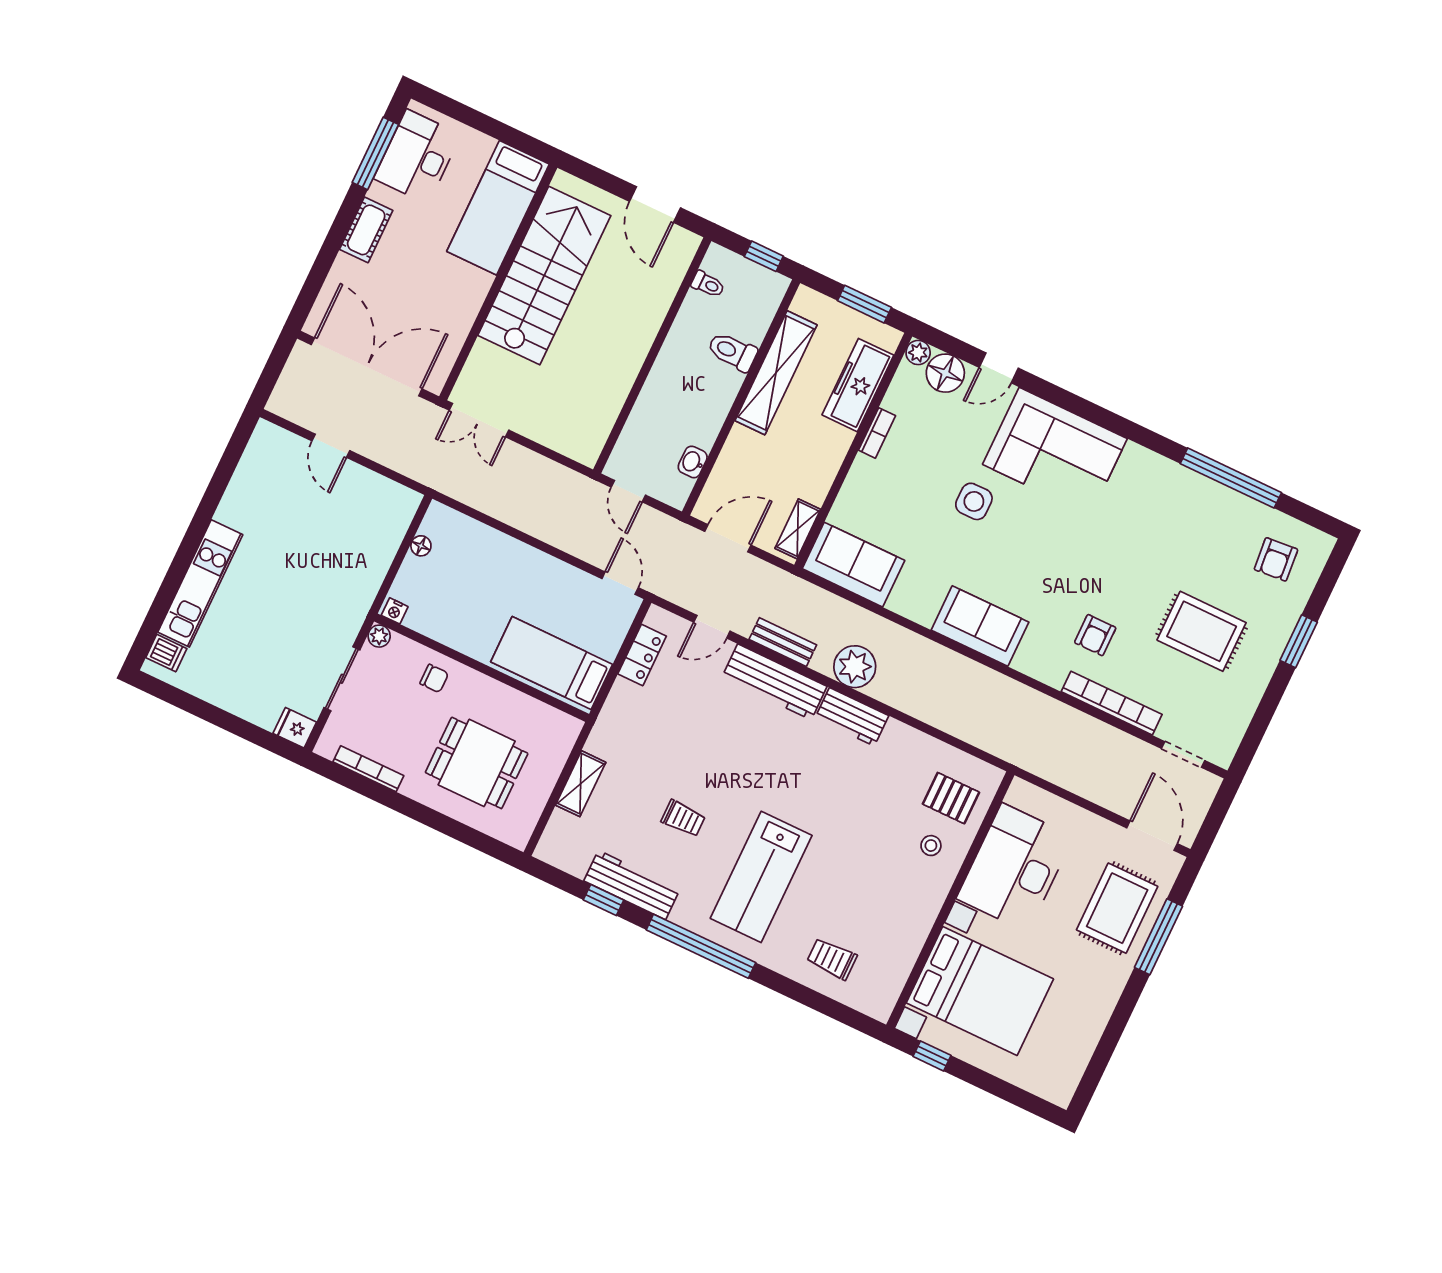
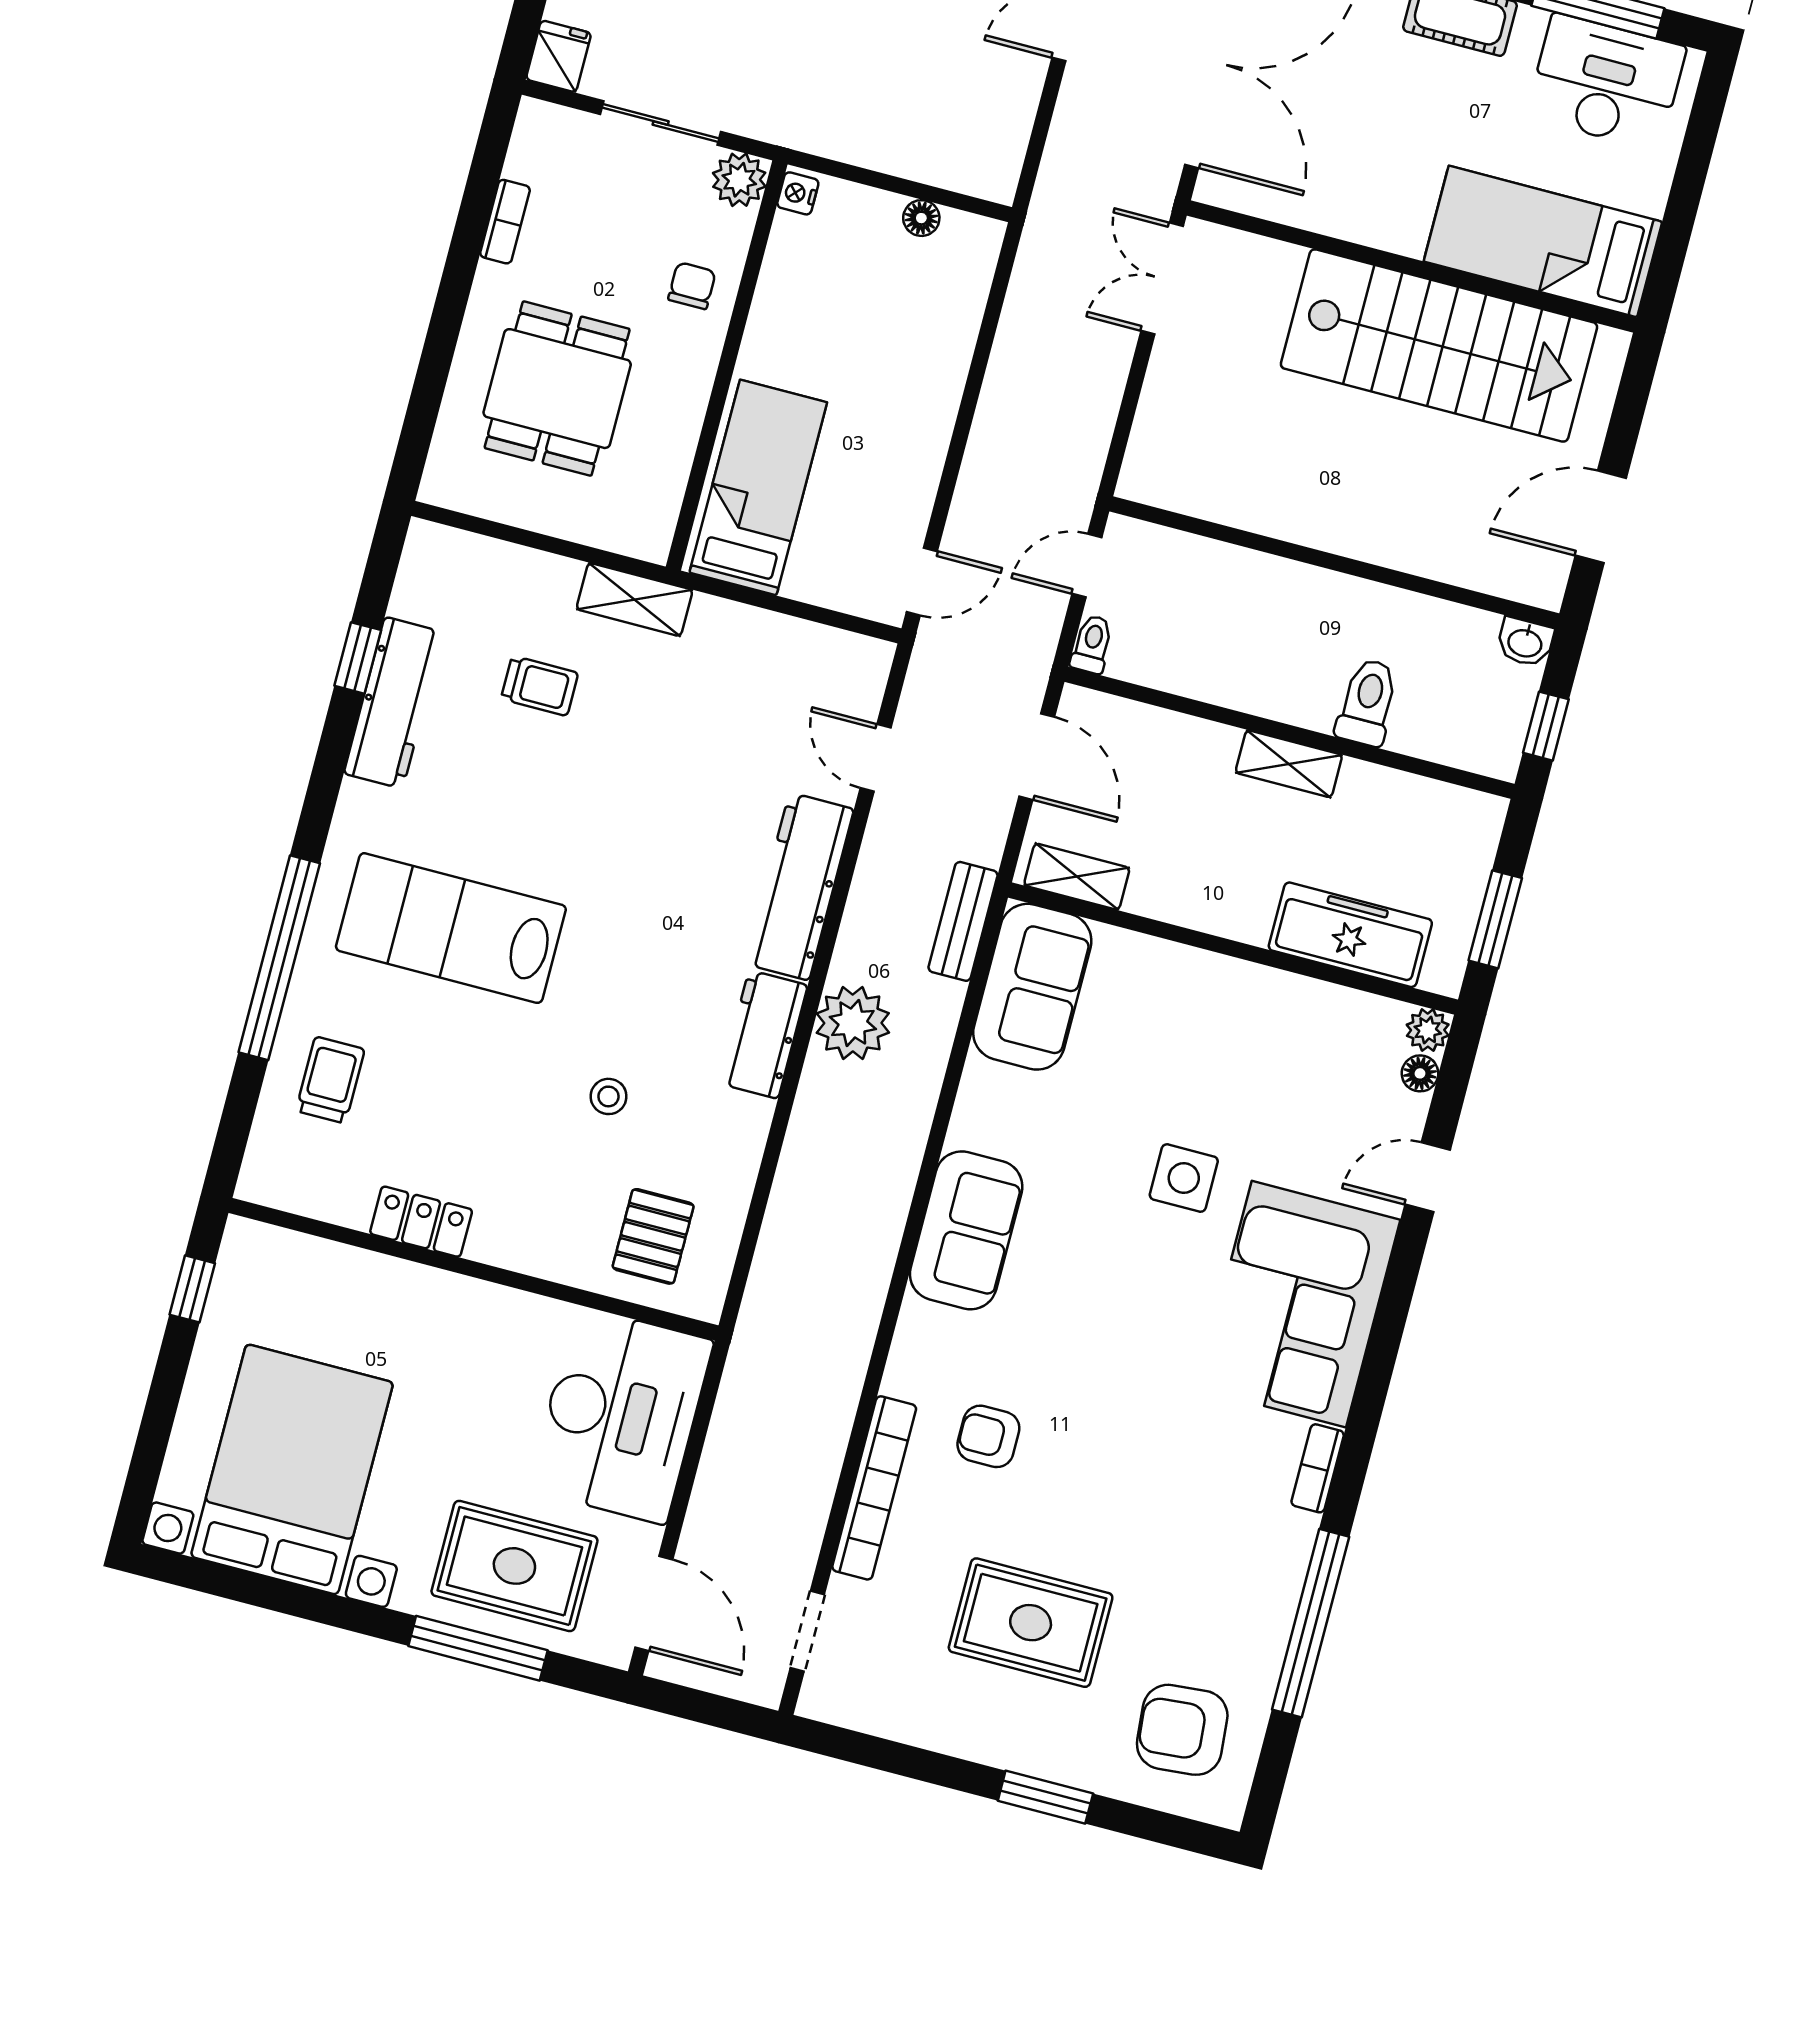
toilet: (708, 284) -> (1092, 644), moved, turned 180
door: (999, 368) -> (1428, 1177), hinge flipped
shelving: (776, 373) -> (1289, 764), width x0.45, depth x0.75
floor lamp: (945, 373) -> (1420, 1073), width x0.53, depth x0.53
bookcase: (877, 433) -> (1318, 1468), moved, turned 90
washbasin: (693, 462) -> (1525, 642), moved, turned 180
armchair: (1276, 559) -> (1182, 1730), width x1.38, depth x1.38
rug: (1202, 631) -> (1031, 1623), turned 90
plant: (379, 636) -> (739, 180), width x1.38, depth x1.38
bench: (783, 642) -> (963, 921), moved
locker: (642, 655) -> (421, 1222), moved, turned 180
chair: (434, 678) -> (692, 286), turned 180
bookcase: (368, 769) -> (505, 222), width x0.64
shelving: (581, 784) -> (634, 600), moved
trolley: (683, 818) -> (540, 686), moved, turned -90
door: (1152, 836) -> (654, 1603), hinge flipped
stool: (931, 846) -> (609, 1096), moved
desk: (1015, 868) -> (621, 1415), moved, turned 90
window: (701, 946) -> (279, 958), moved
bed with nightstands: (980, 991) -> (292, 1469), moved, turned 180

